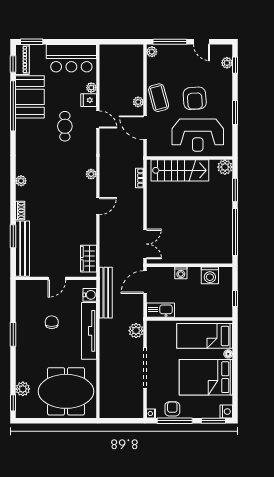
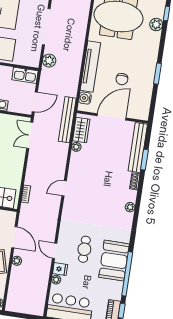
booth: (30, 97) -> (114, 261), moved
plant: (91, 174) -> (76, 147), moved
door: (98, 206) -> (64, 188), moved
door: (57, 278) -> (112, 117), width x1.87
bench: (106, 293) -> (67, 120), moved

